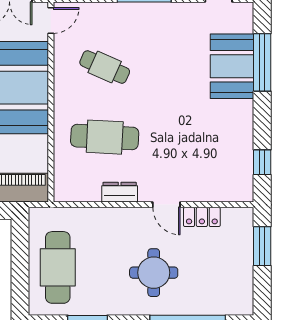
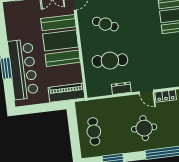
cafe table: (58, 267) -> (94, 132), width x0.73, depth x0.74

